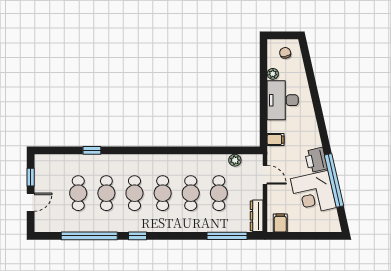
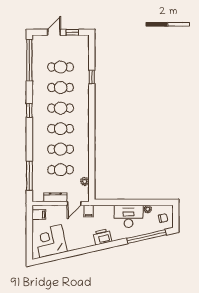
filing cabinet: (276, 140) -> (89, 211), moved
printer: (316, 160) -> (102, 237), moved
window: (334, 180) -> (147, 237), moved
corner desk: (313, 193) -> (51, 241), moved
door: (31, 202) -> (54, 32), swing flipped
dresser: (257, 216) -> (55, 197), moved
window: (89, 236) -> (29, 60), moved

